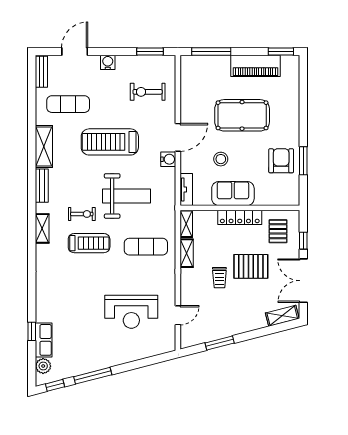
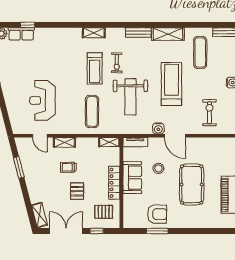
shelving: (42, 228) -> (94, 33), moved
shelving: (187, 253) -> (64, 142), moved
pallet: (251, 266) -> (77, 191), width x0.67, depth x0.71

